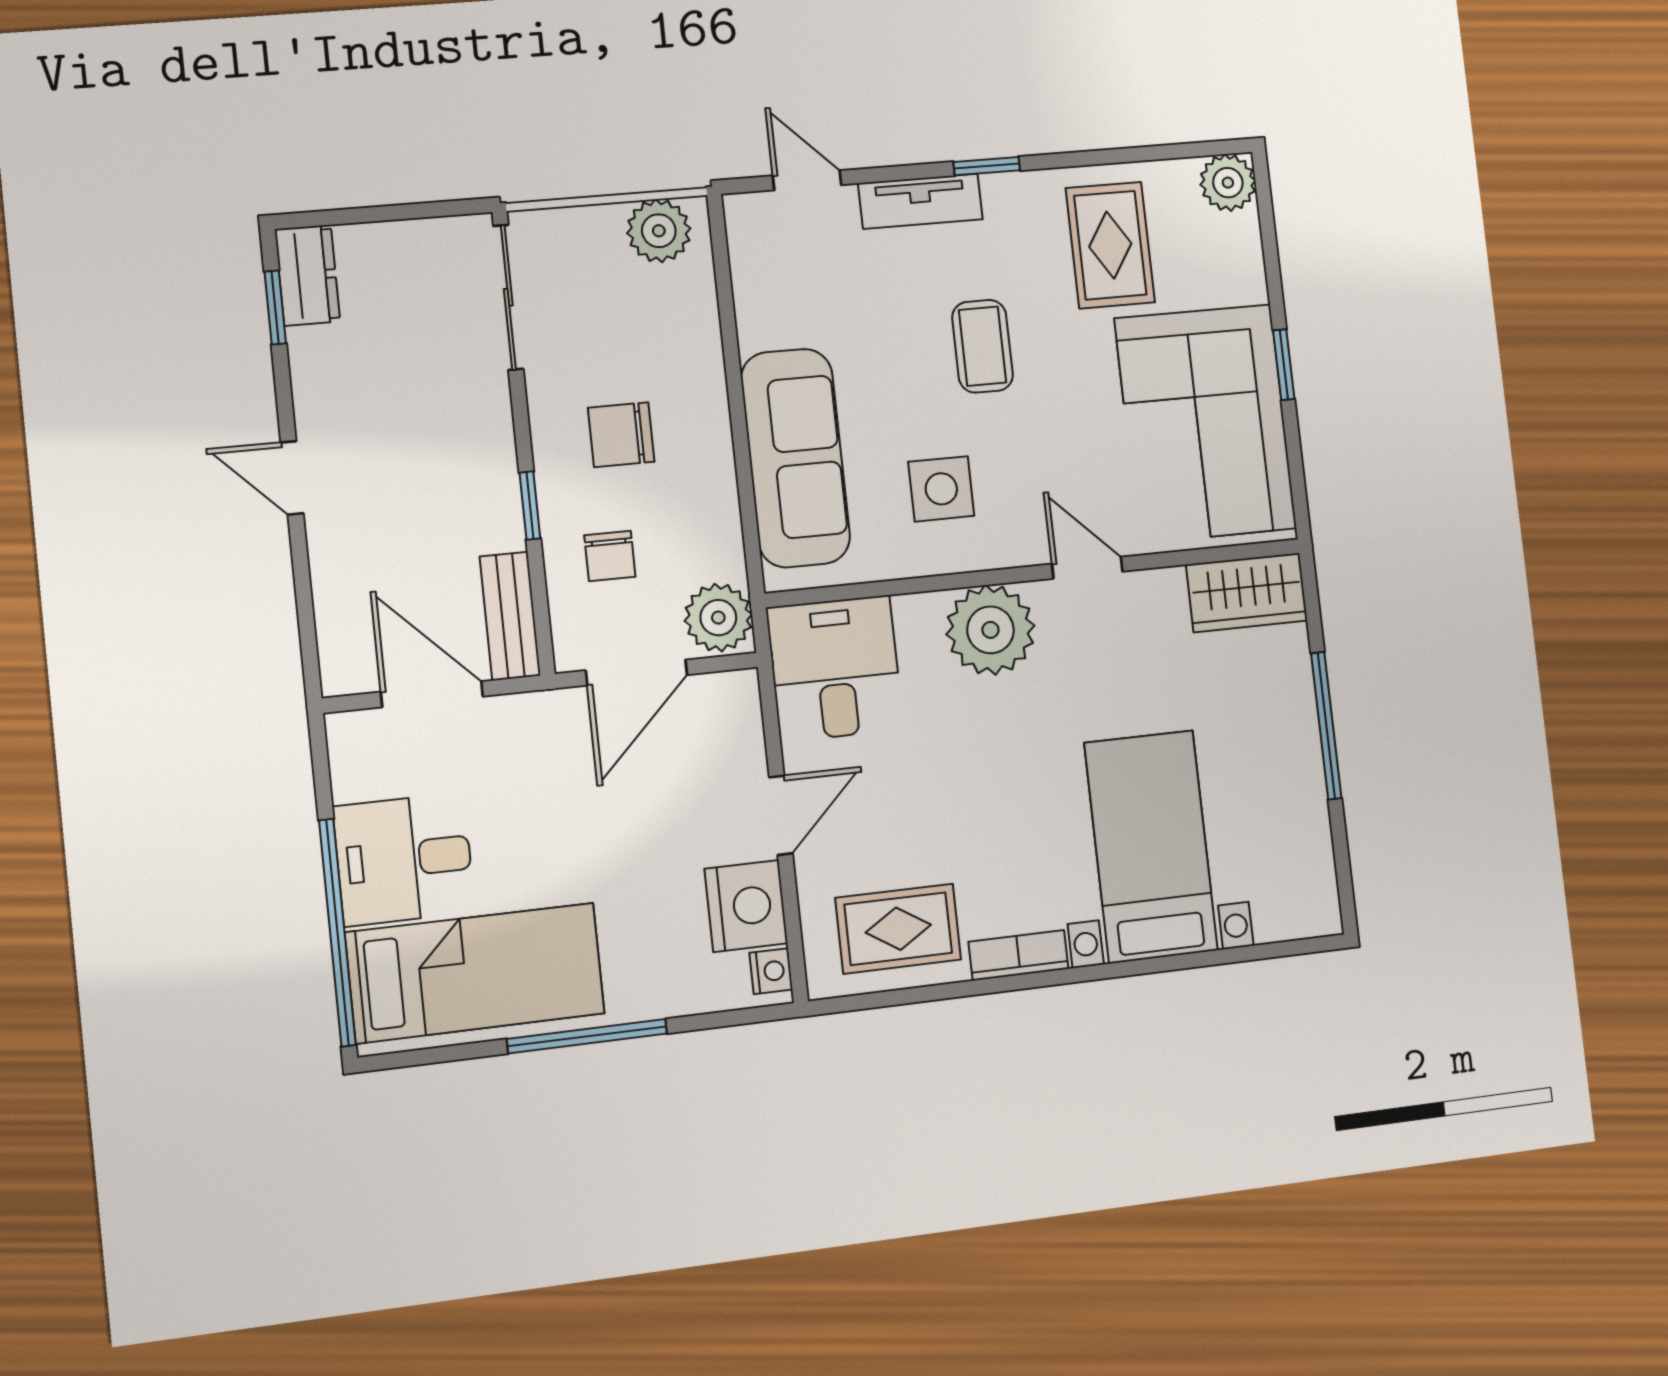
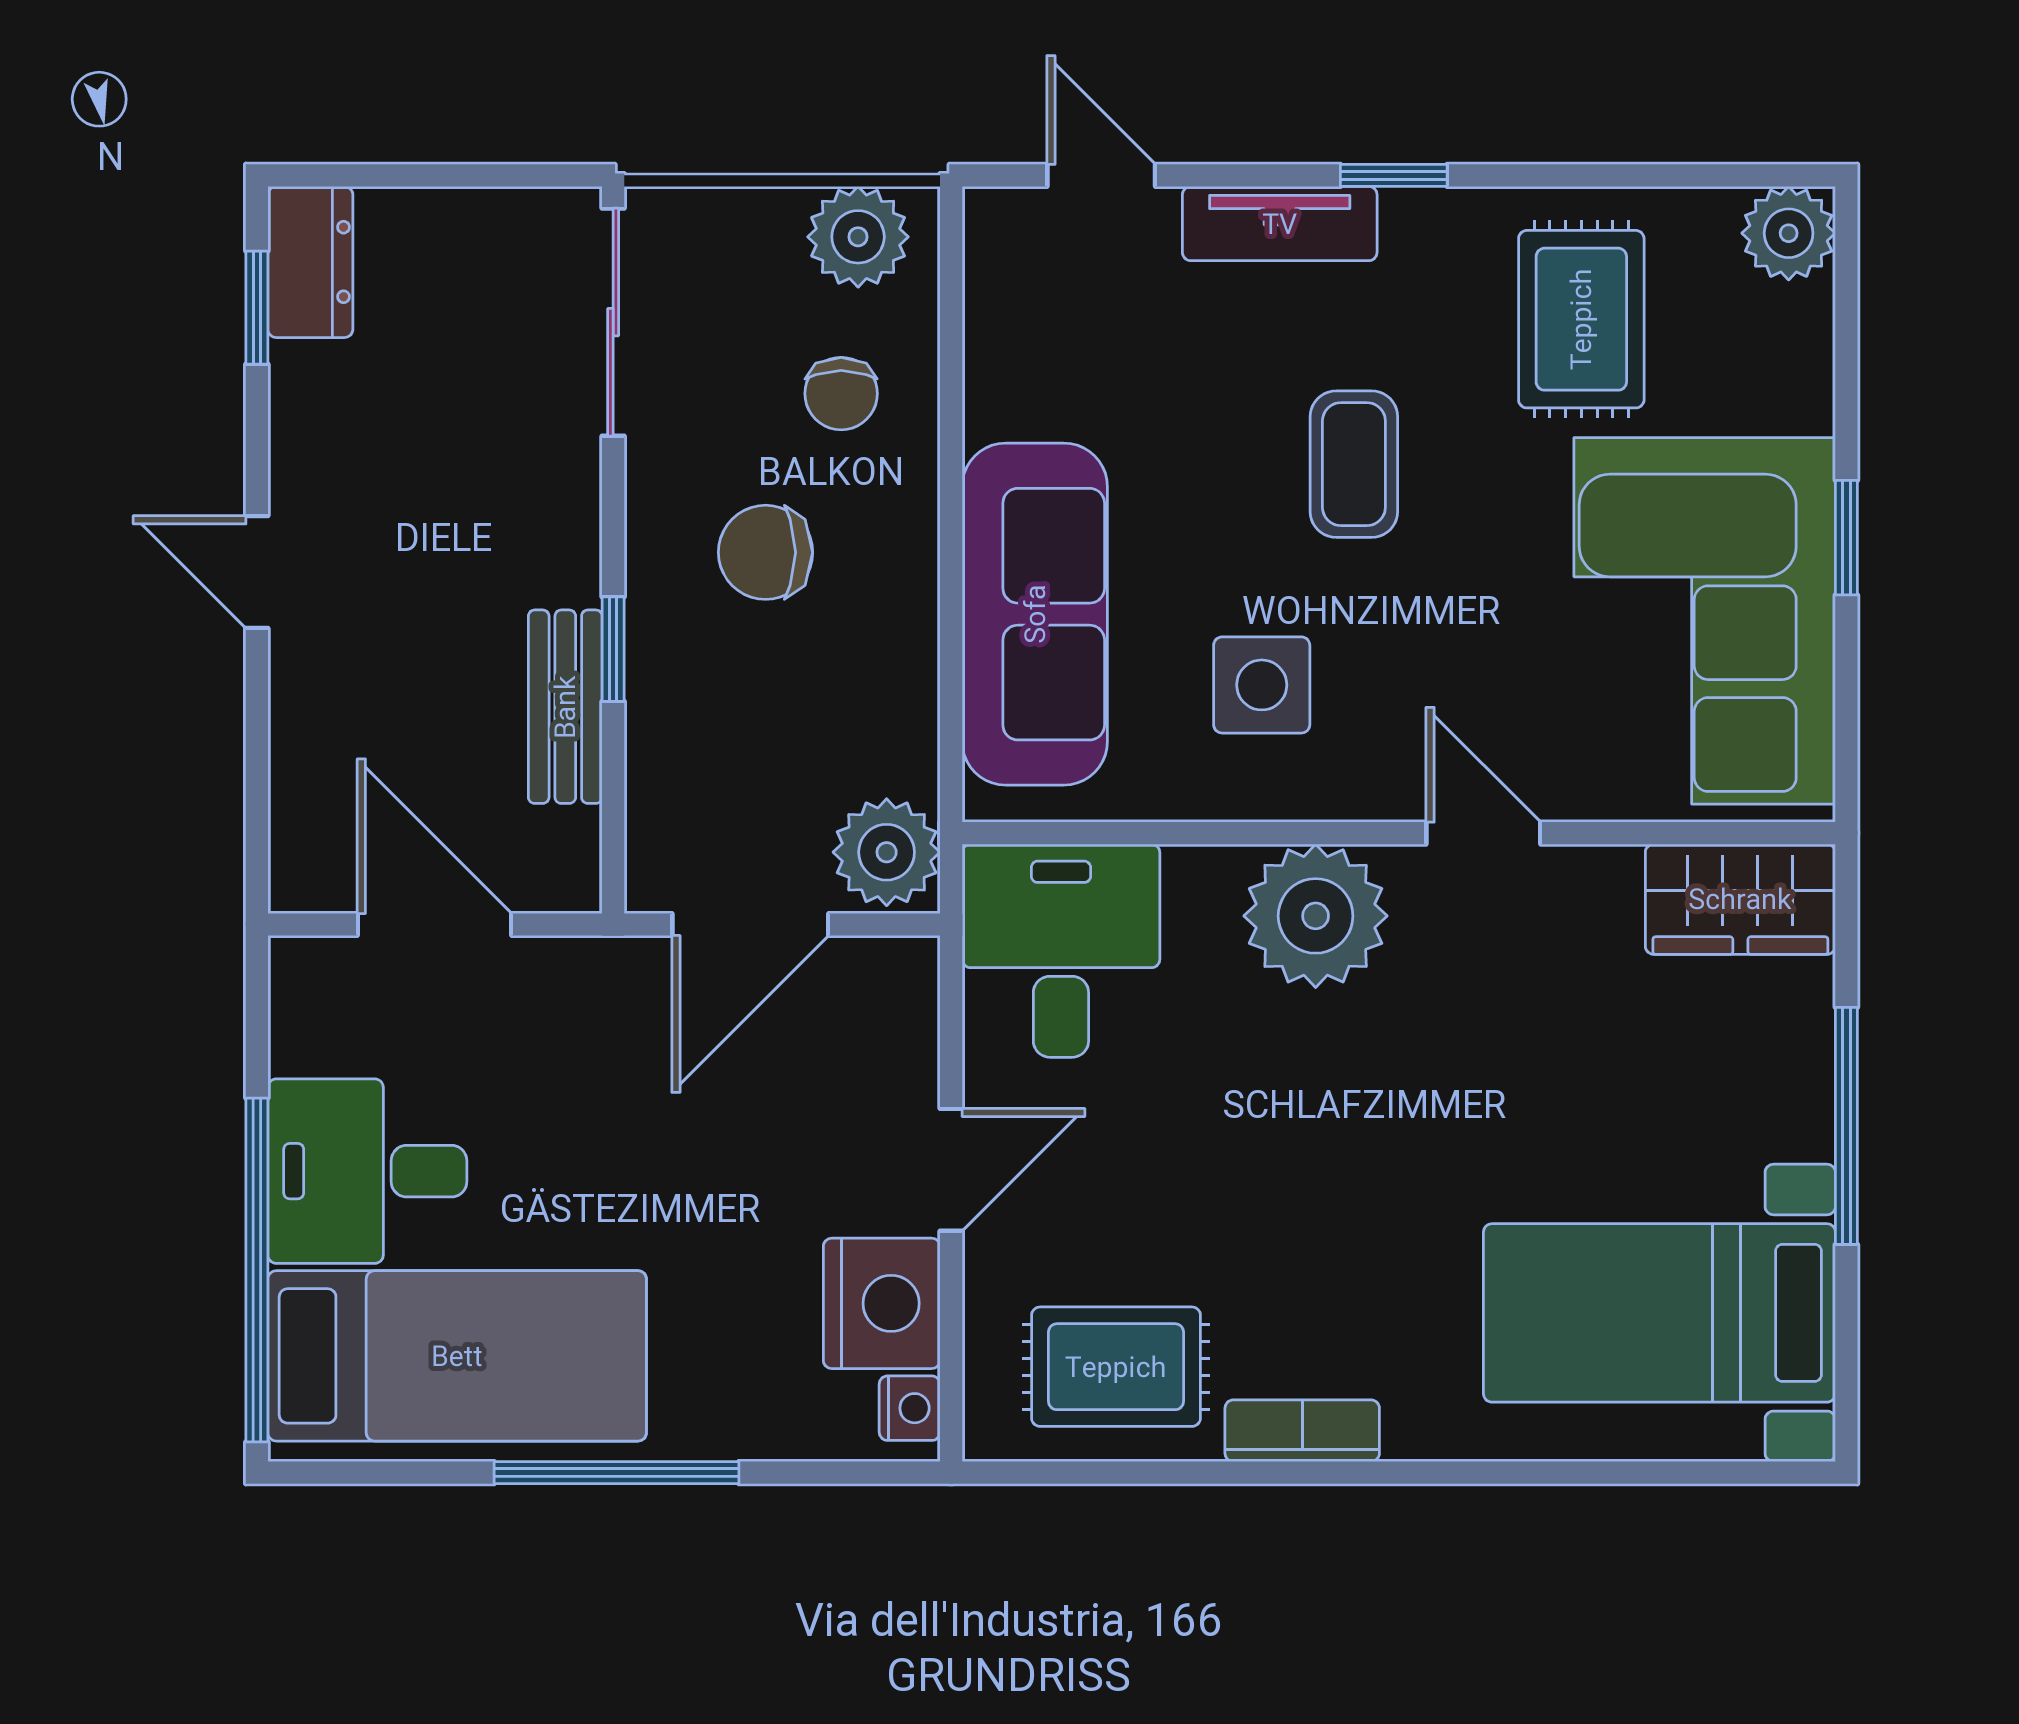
chair: (610, 556) -> (841, 394), moved
bench: (510, 616) -> (565, 707), moved
bed with nightstands: (1151, 846) -> (1659, 1313), moved, turned -90

